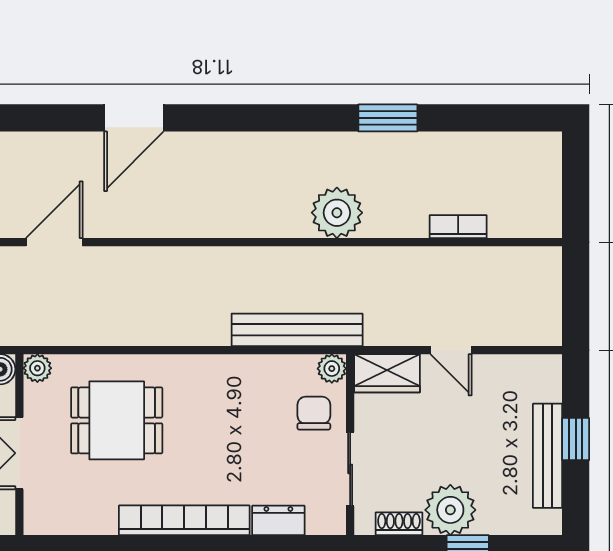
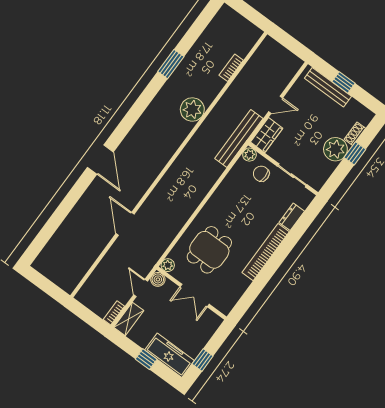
bench: (297, 330) -> (239, 139), moved
bench: (548, 456) -> (328, 87), moved
shoe rack: (399, 524) -> (355, 134), moved

